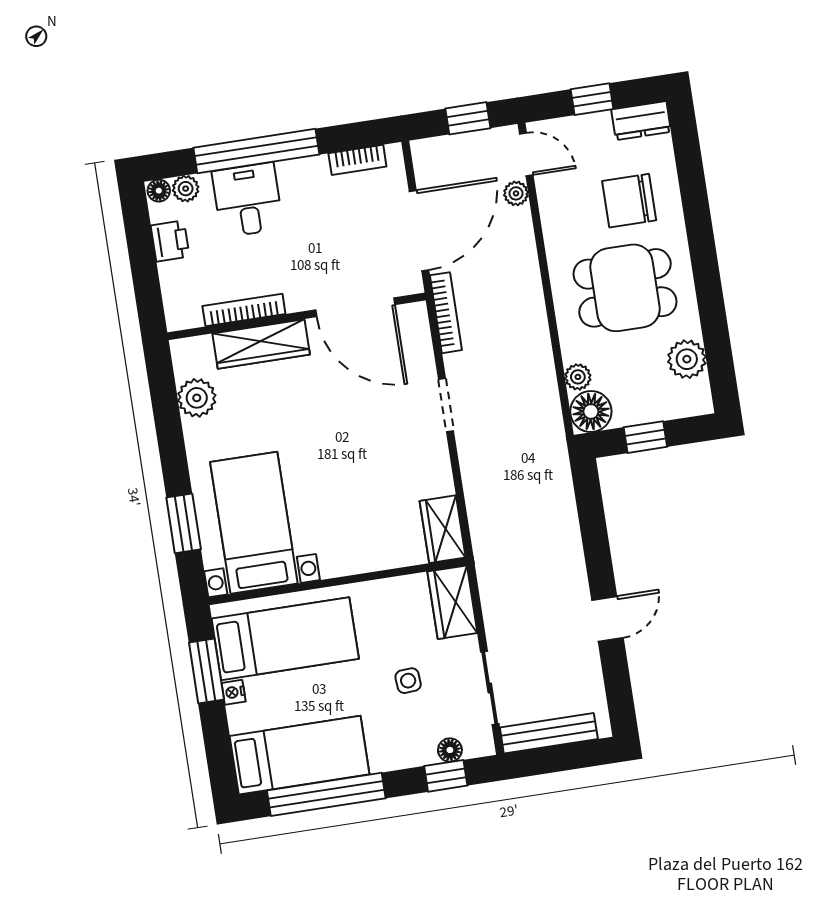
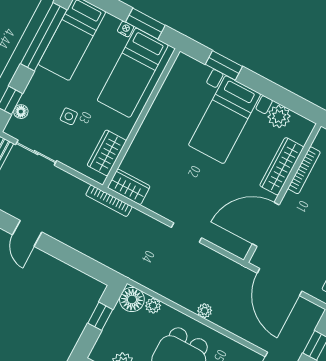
plant: (516, 193) -> (205, 311), moved
bookcase: (446, 313) -> (109, 201), moved
bed with nightstands: (254, 523) -> (225, 120), moved, turned 90
wardrobe: (452, 602) -> (107, 153), moved, turned -90

